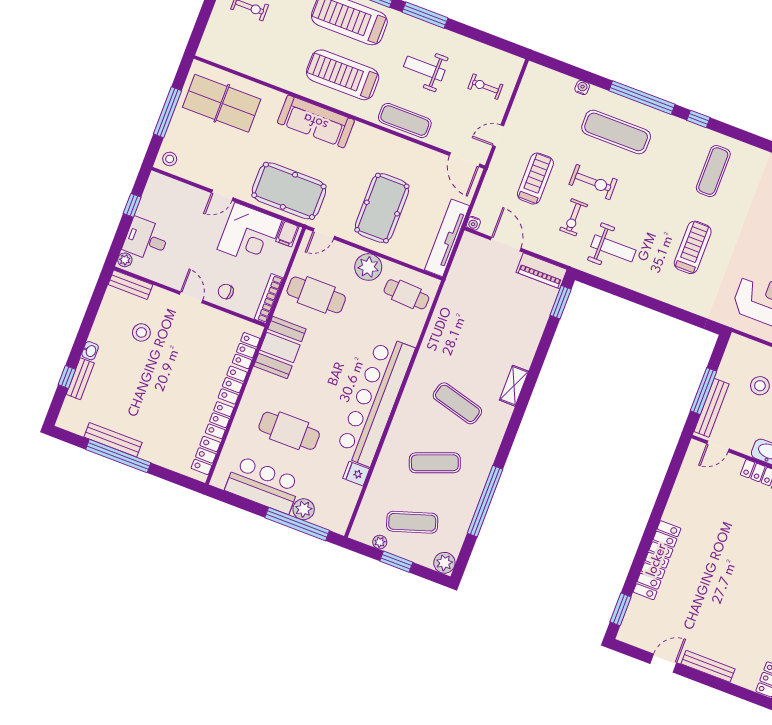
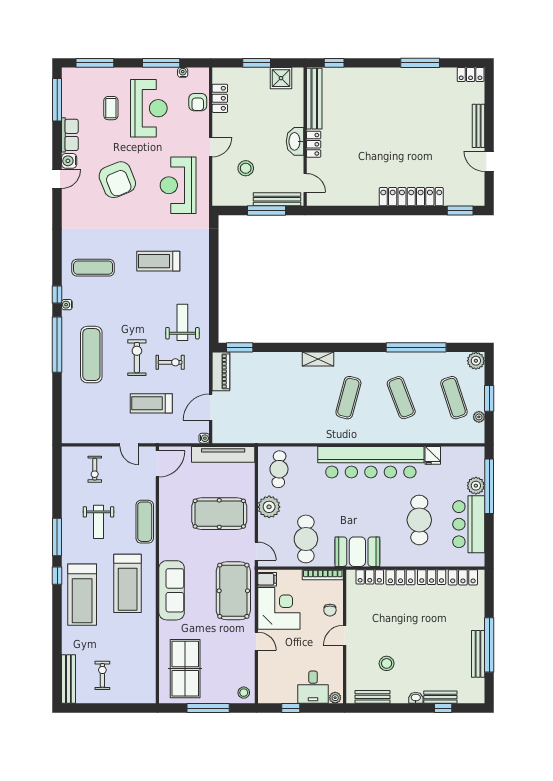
water cooler: (582, 88) -> (67, 305), moved
bench: (130, 285) -> (372, 697), moved, turned 90

